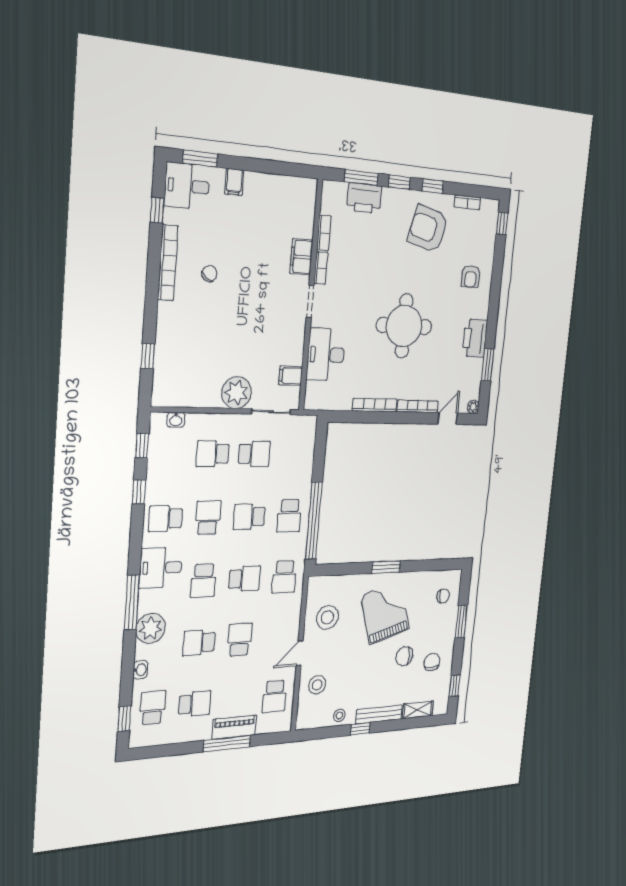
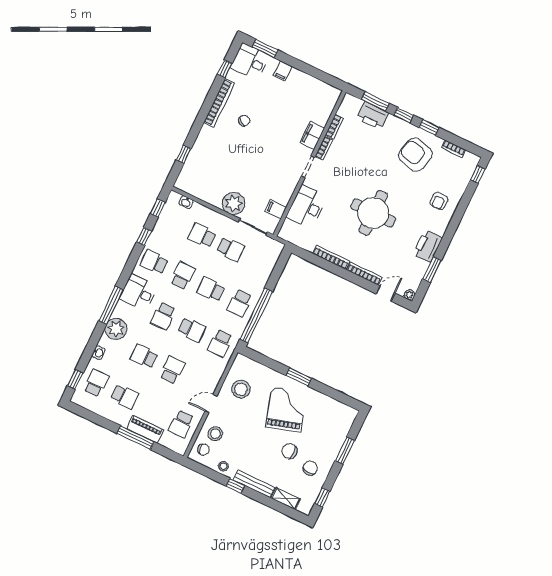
chair: (443, 596) -> (203, 450), moved

